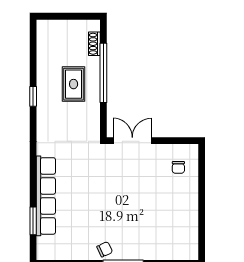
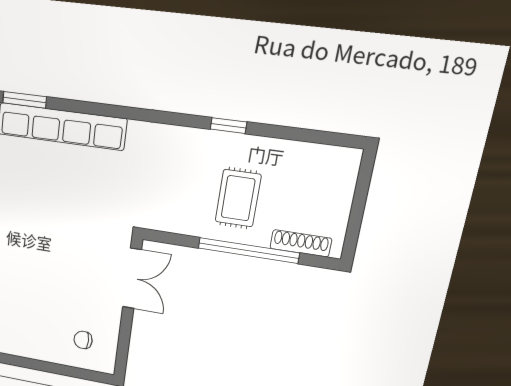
shoe rack: (94, 44) -> (301, 243), width x1.43
rug: (74, 84) -> (238, 198), turned 90

